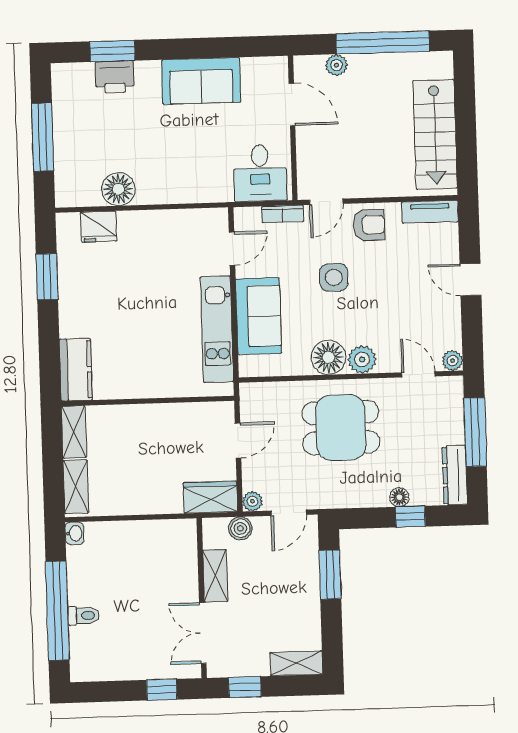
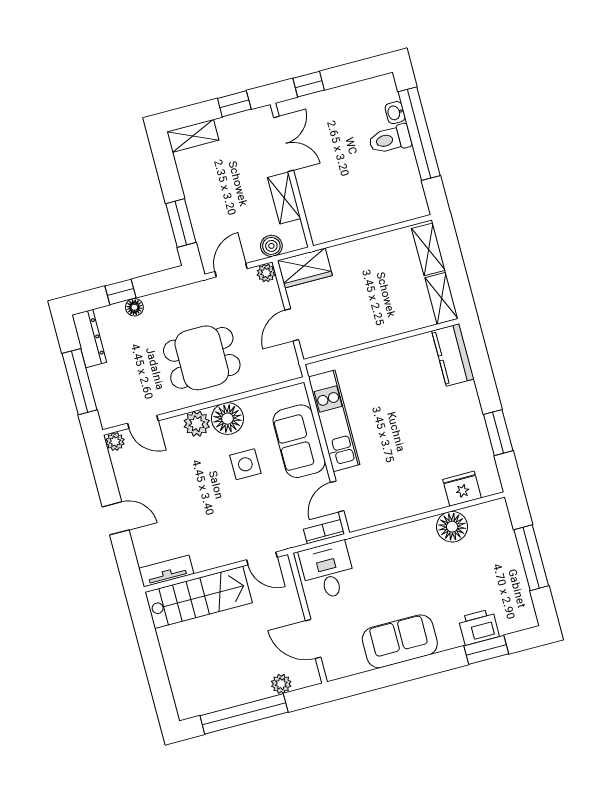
stairs: (435, 134) -> (199, 597), moved, turned 90
door: (326, 202) -> (262, 558), swing flipped
bookcase: (283, 214) -> (324, 532), moved
armchair: (369, 225) -> (219, 546), removed
side table: (334, 277) -> (245, 464), moved
washbasin: (75, 533) -> (395, 113), moved
toilet: (84, 616) -> (390, 139), width x1.37, depth x1.39

